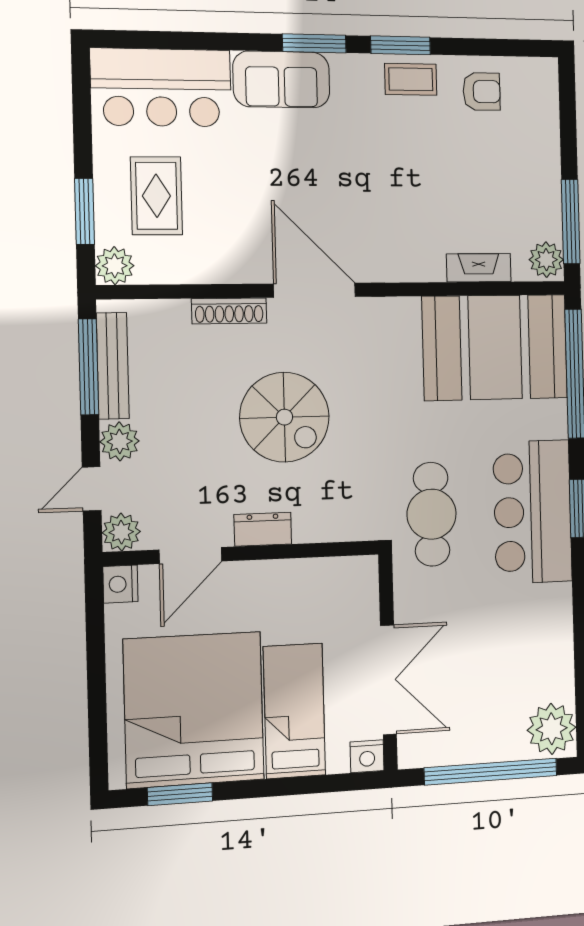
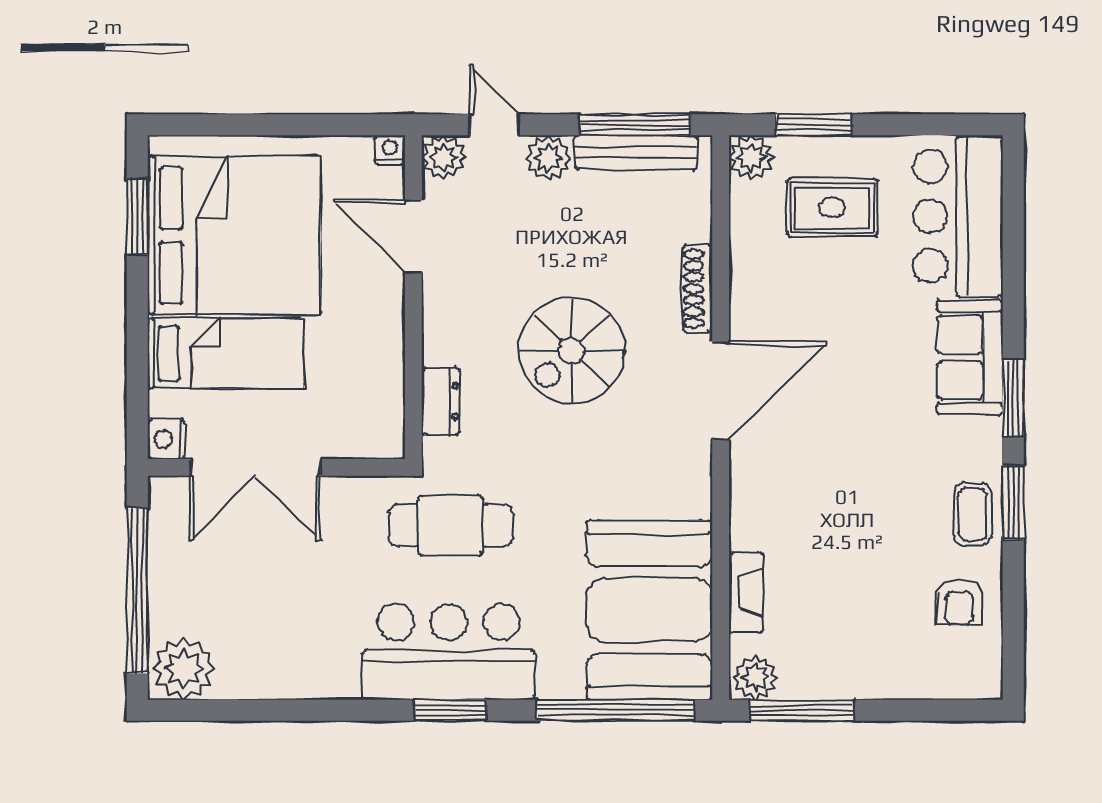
dresser: (263, 529) -> (441, 401), moved
nightstand: (120, 584) -> (390, 150), width x0.72, depth x0.74

